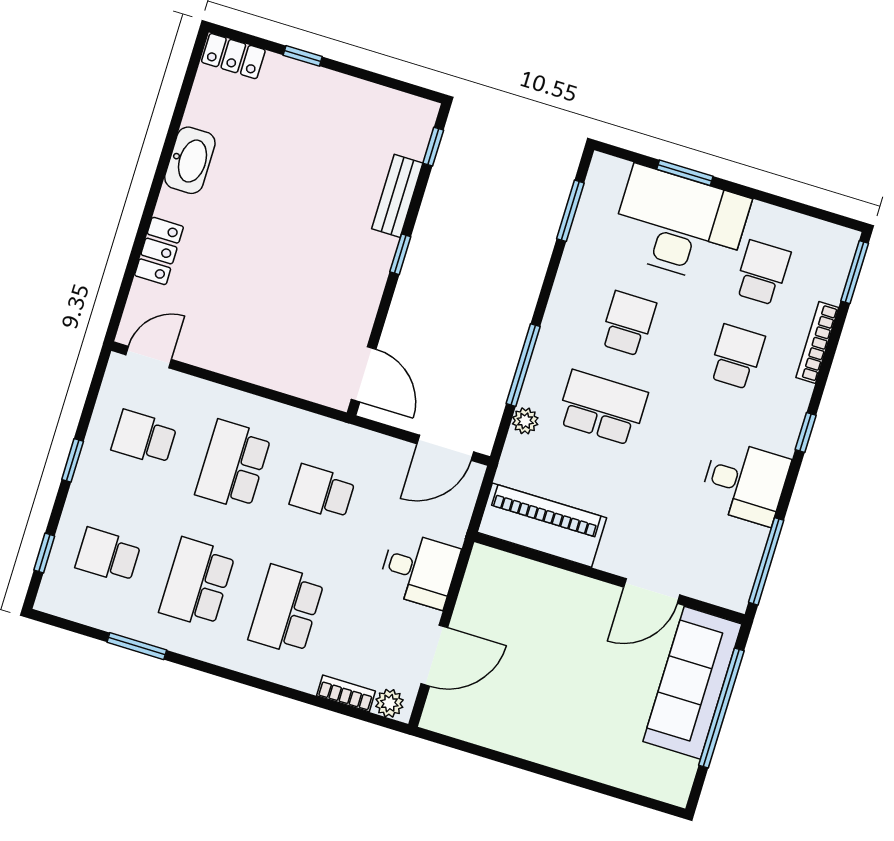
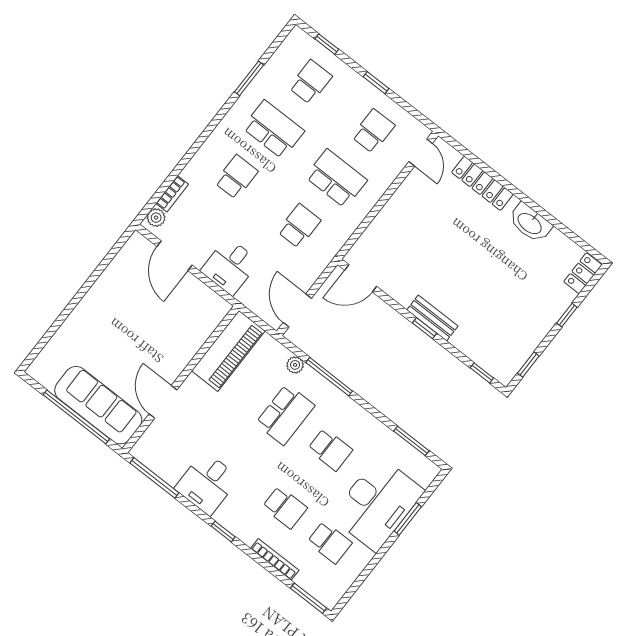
window: (395, 84) -> (528, 364), added
bench: (397, 196) -> (432, 318), moved
locker: (159, 251) -> (482, 183), width x1.53
school desk: (286, 610) -> (236, 177), width x0.54

